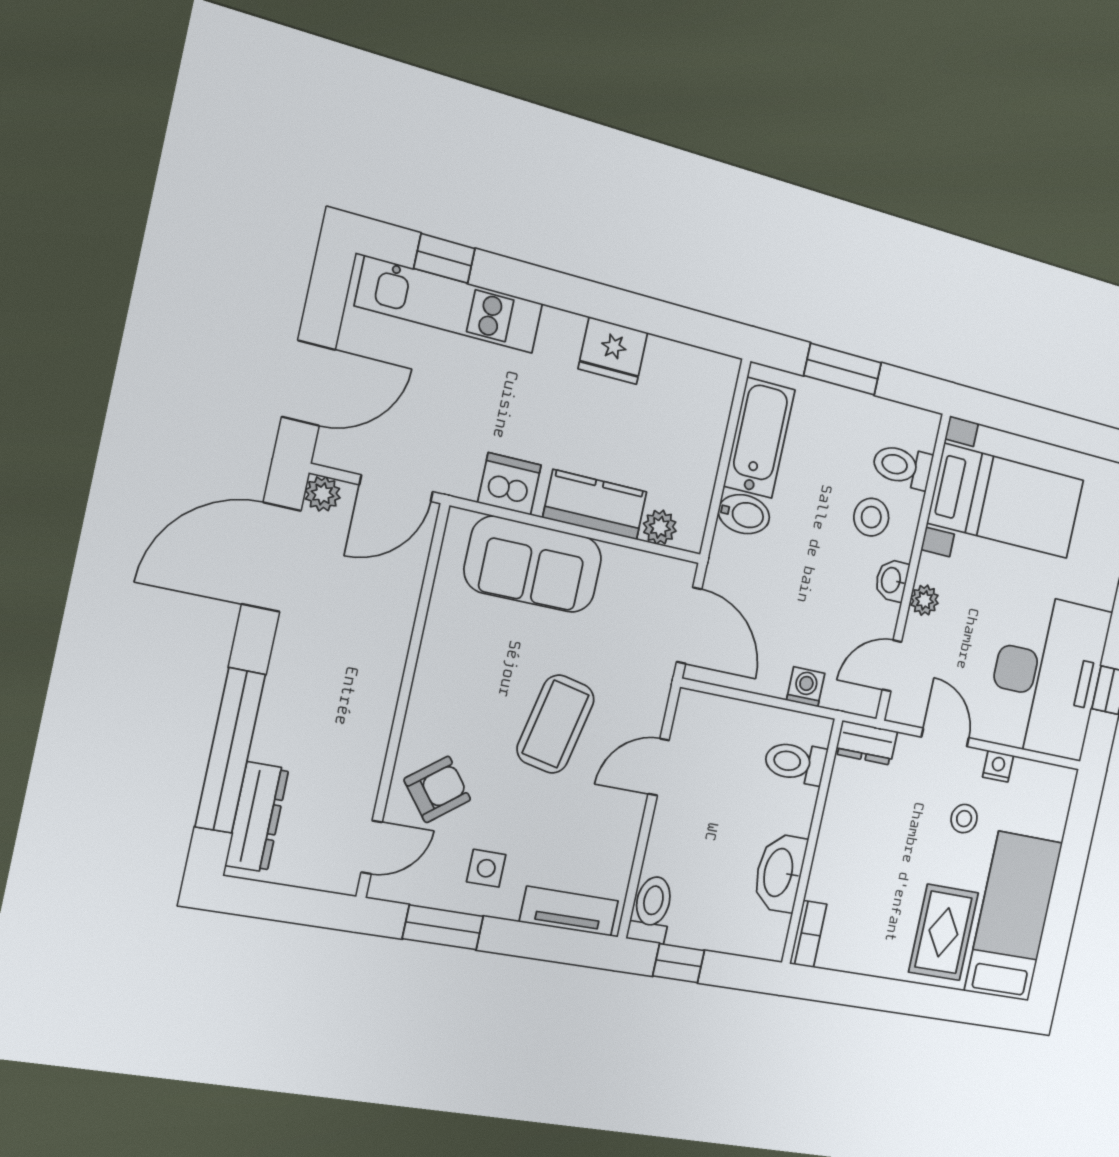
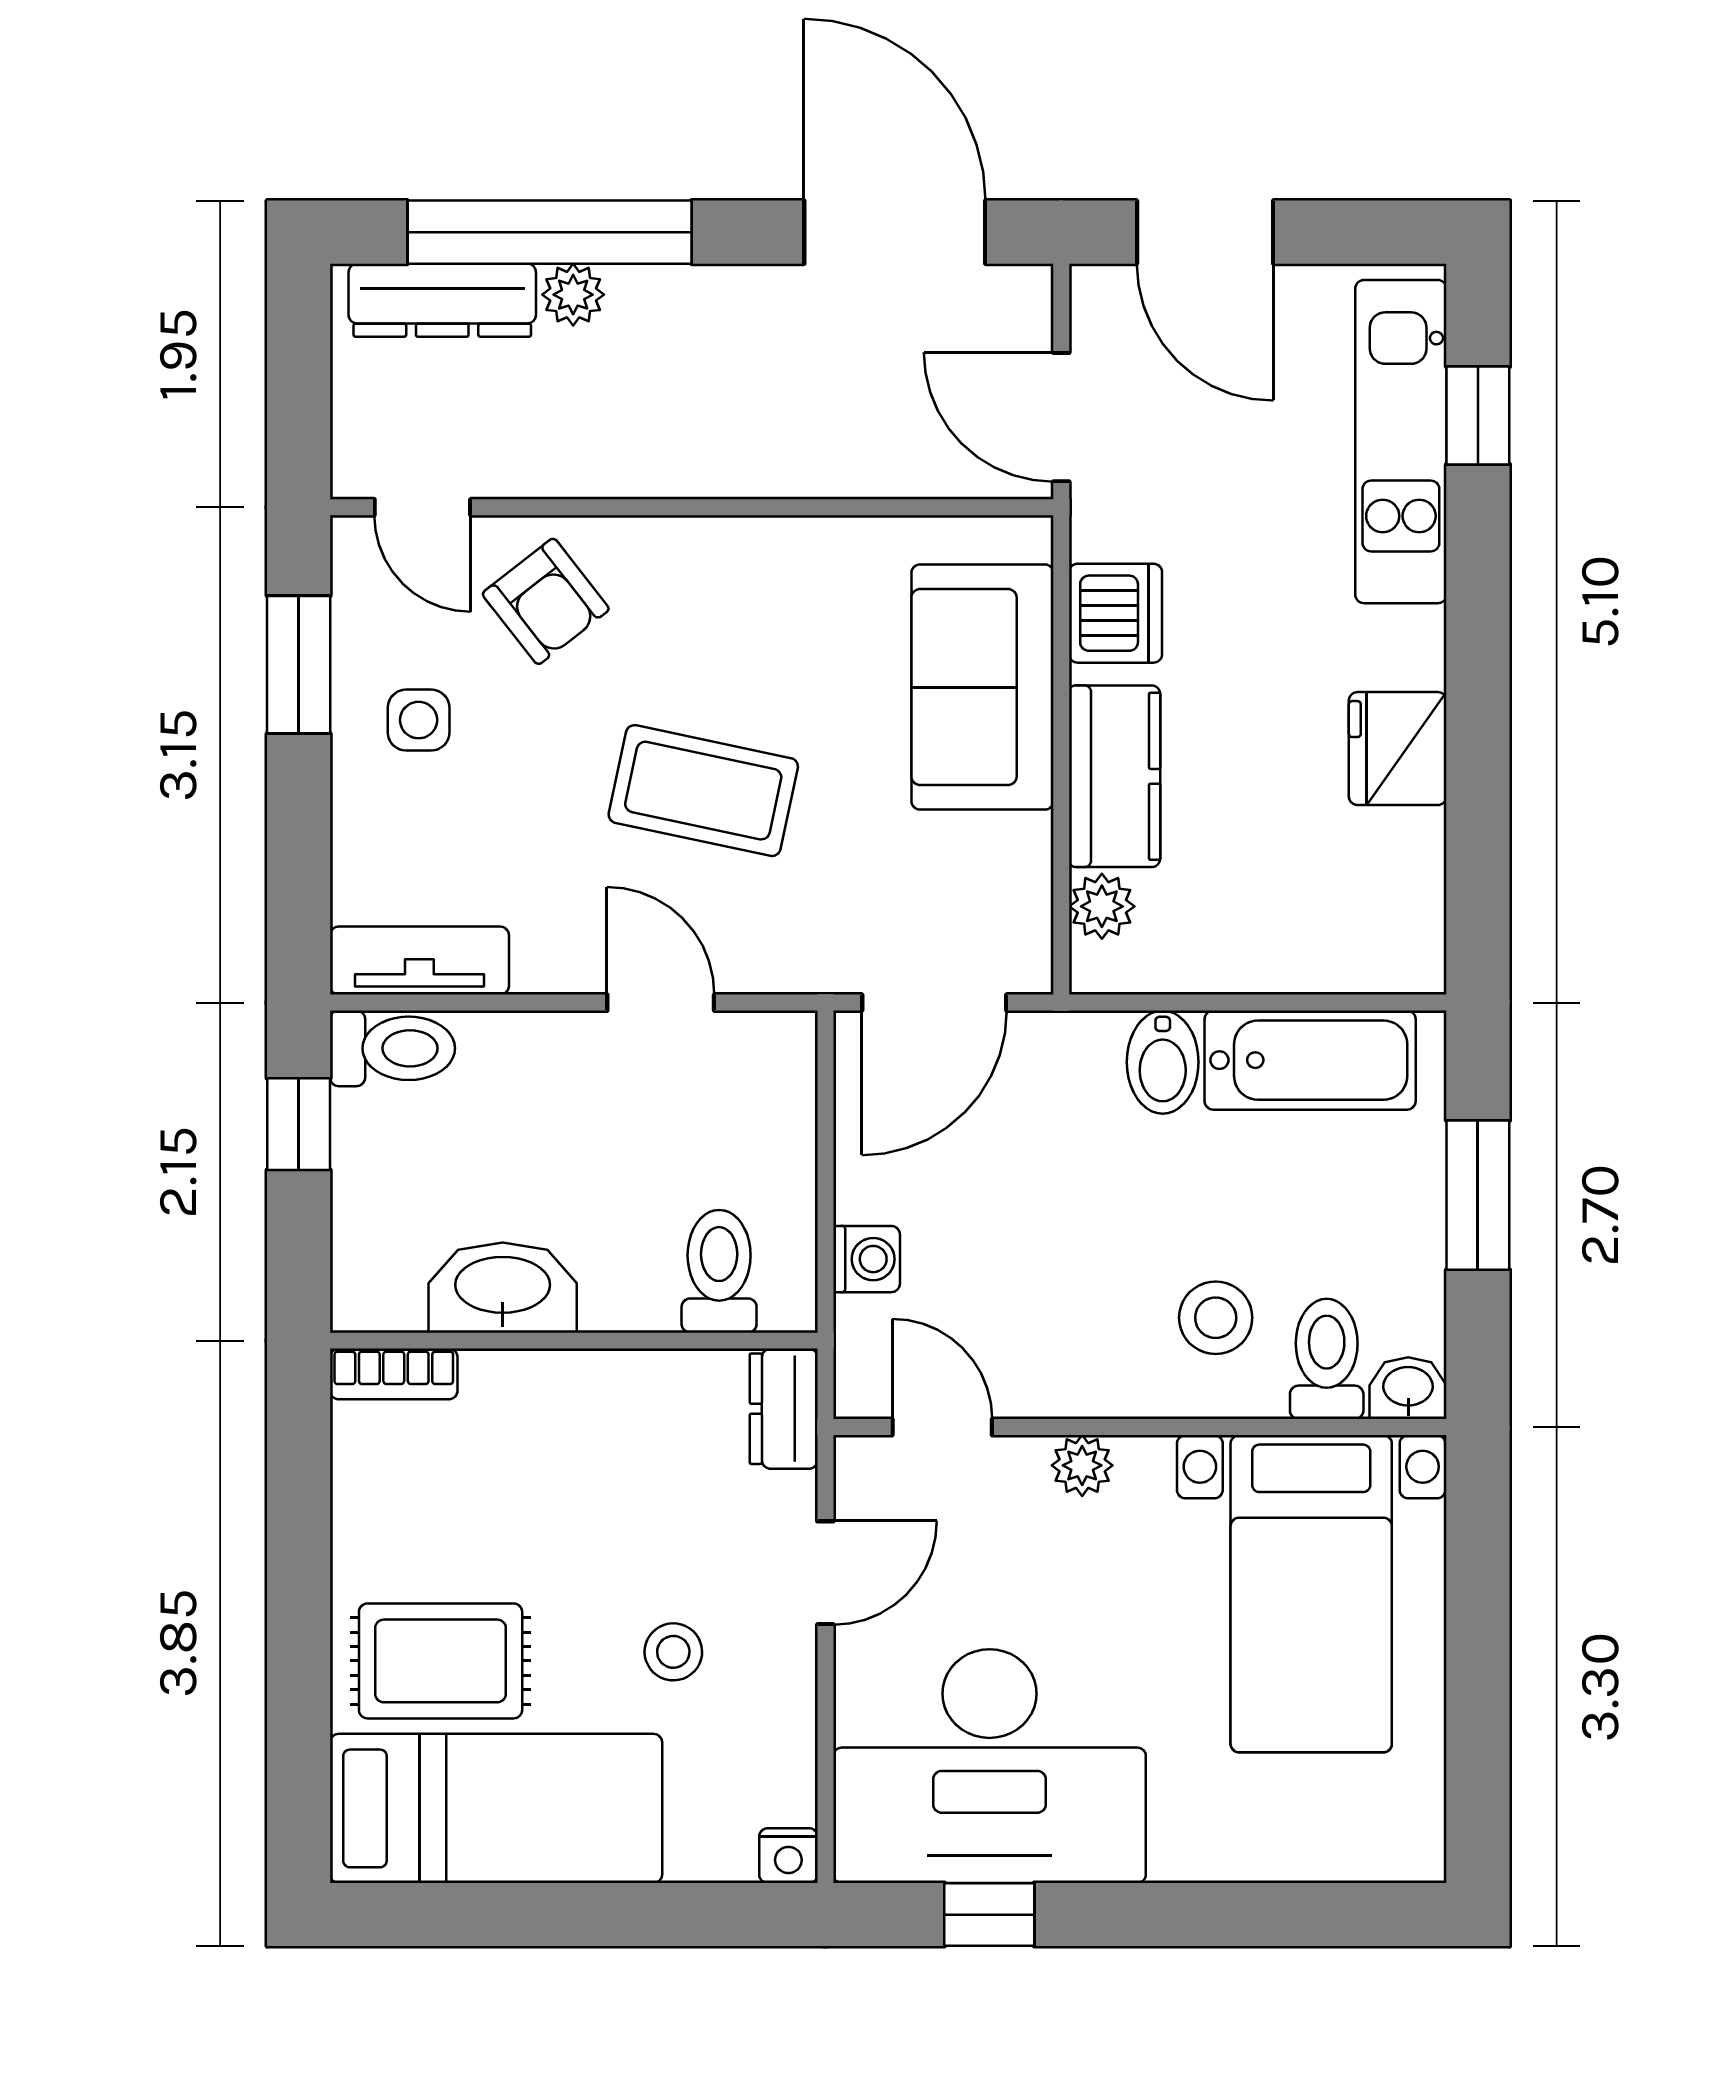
plant: (323, 494) -> (573, 295), moved
washbasin: (892, 580) -> (1408, 1388), moved
nightstand: (998, 766) -> (788, 1856), moved, turned 90
tv unit: (569, 911) -> (419, 961), moved, turned -90

